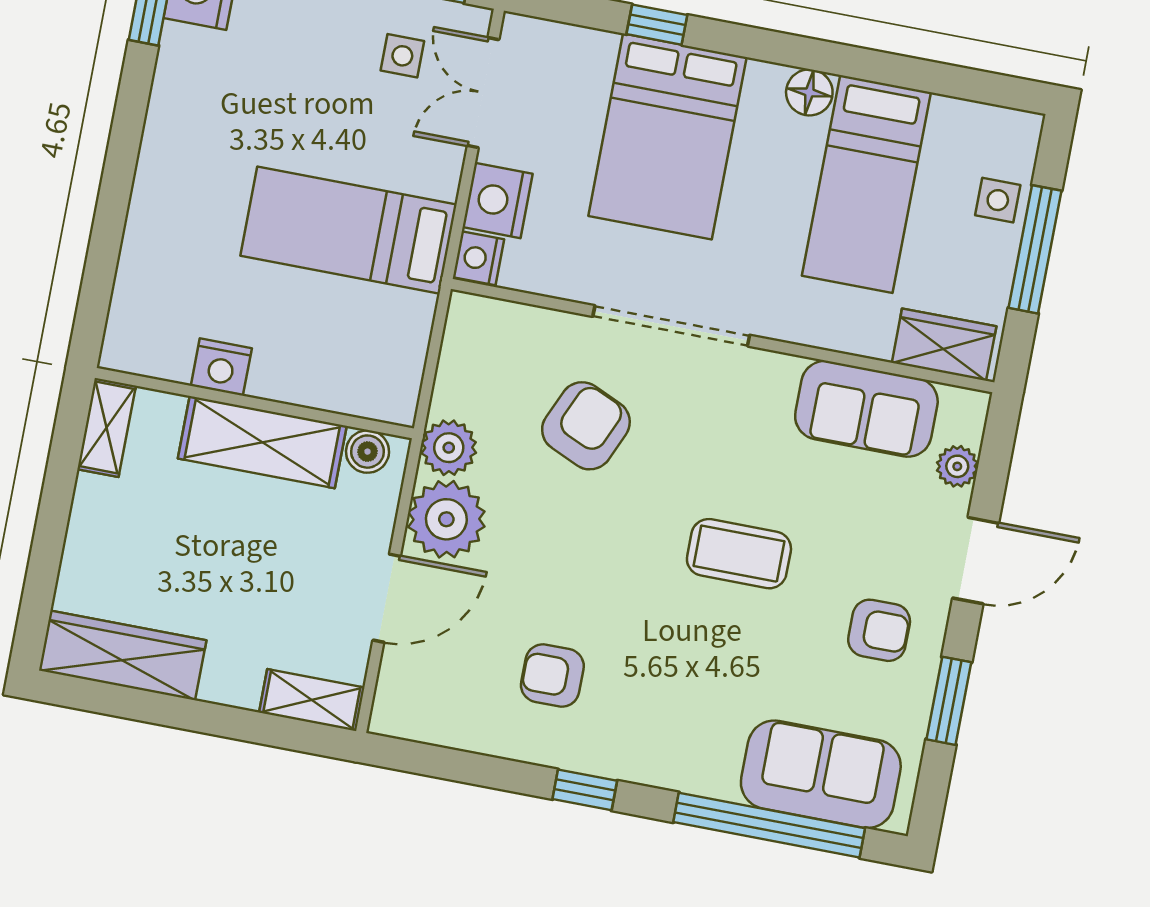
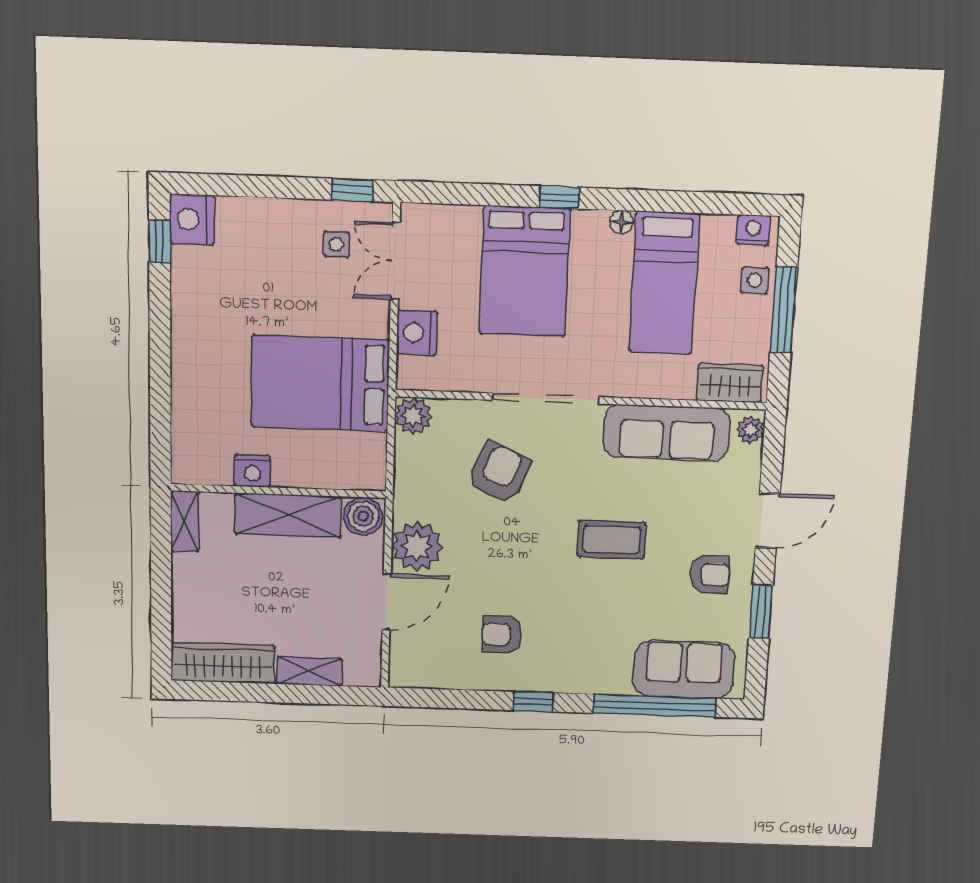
window: (657, 25) -> (559, 197), moved
floor lamp: (809, 92) -> (622, 222), width x0.73, depth x0.73
bed: (349, 230) -> (320, 383), width x1.50
nightstand: (479, 258) -> (753, 230), moved, turned 90
sofa: (866, 409) -> (667, 433), width x1.36
plant: (449, 448) -> (413, 416), moved
boiler: (368, 452) -> (363, 516), width x1.36, depth x1.36
plant: (957, 466) -> (751, 430), moved
shelving: (312, 700) -> (309, 671), moved

